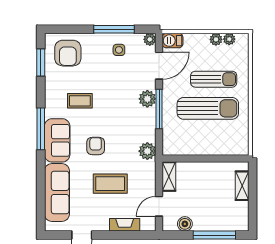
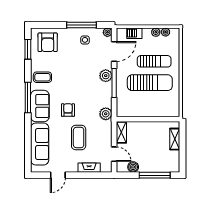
barbecue: (173, 41) -> (134, 33), moved
coffee table: (80, 101) -> (42, 77), moved
coffee table: (110, 184) -> (79, 138), turned 90
door: (159, 206) -> (114, 154), swing flipped

